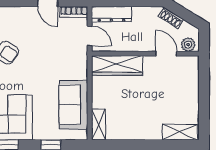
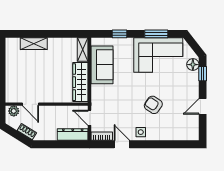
side table: (23, 17) -> (141, 132), added
wardrobe: (117, 65) -> (80, 82), moved, turned -90
shelving: (180, 132) -> (34, 44), moved

